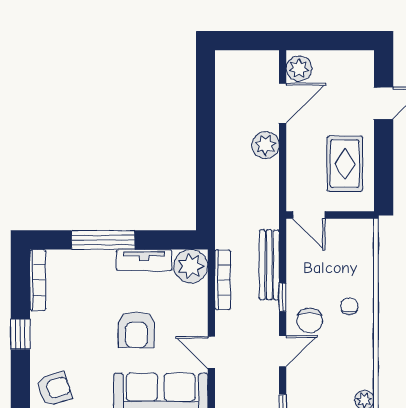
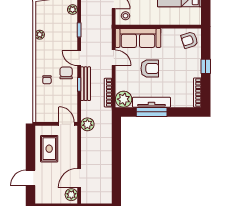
plant: (265, 145) -> (87, 124), moved
window: (103, 240) -> (152, 112), moved
tv unit: (144, 260) -> (151, 102), width x1.41
bench: (269, 265) -> (86, 84), moved
armchair: (136, 330) -> (150, 68), turned 90
door: (283, 351) -> (79, 58), hinge flipped

